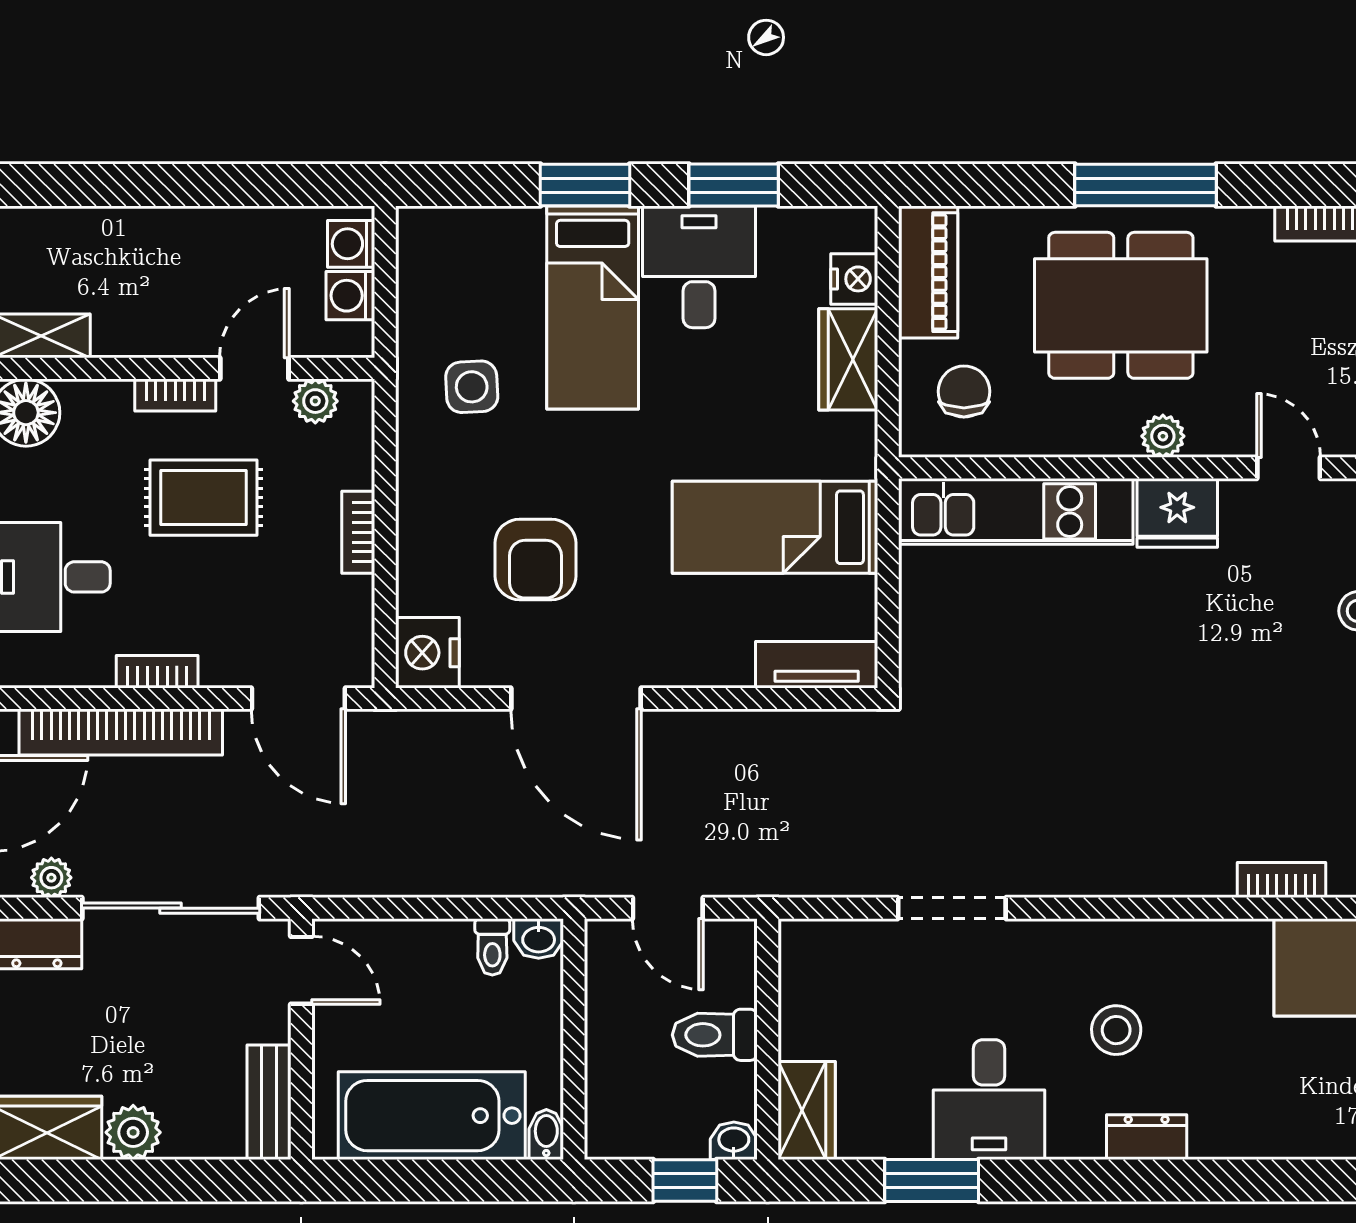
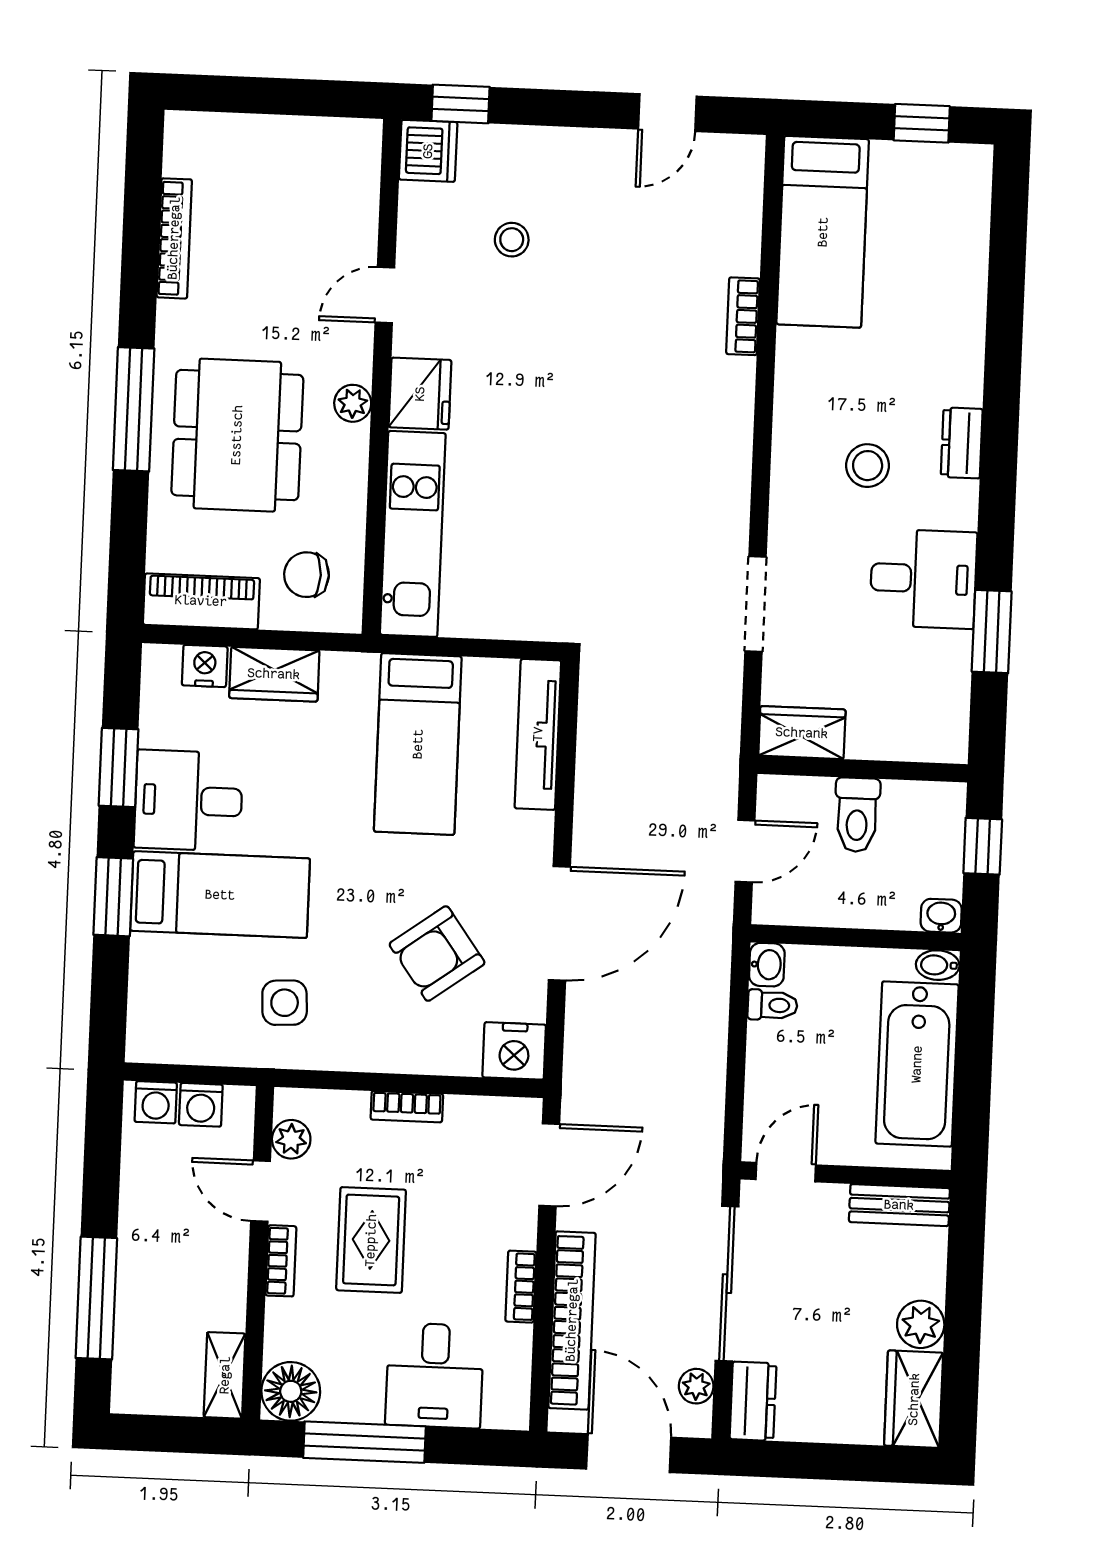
window: (124, 185) -> (96, 1298), added
armchair: (535, 559) -> (437, 954), turned 144
tv unit: (817, 665) -> (538, 734), width x1.41
wardrobe: (807, 1110) -> (802, 733), moved
washbasin: (734, 1141) -> (941, 916), moved, turned 90

